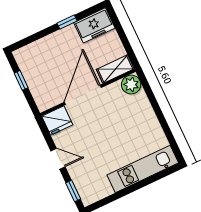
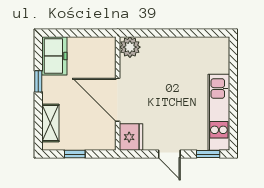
shelving: (115, 69) -> (50, 123), moved
door: (58, 159) -> (169, 154), swing flipped
kitchen unit: (143, 169) -> (219, 112), moved

